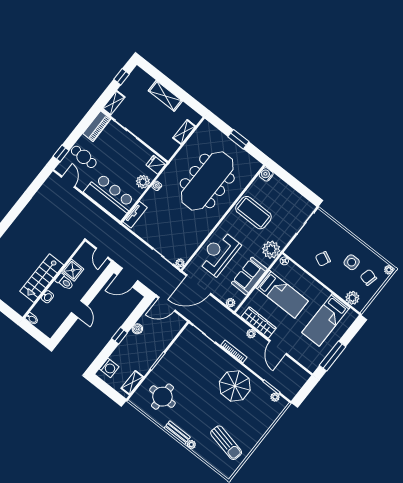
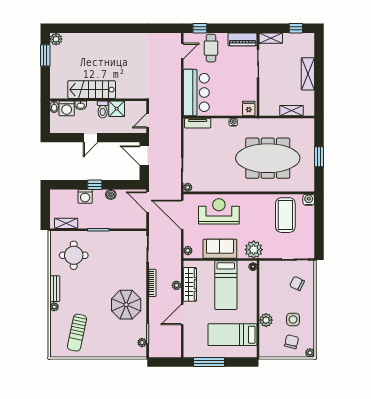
plant: (143, 182) -> (228, 109), removed
coffee table: (253, 213) -> (285, 215), moved
chair: (323, 259) -> (297, 283), moved
plant: (352, 298) -> (266, 320), moved
washing machine: (41, 310) -> (67, 108), added
washing machine: (109, 368) -> (85, 196), moved

